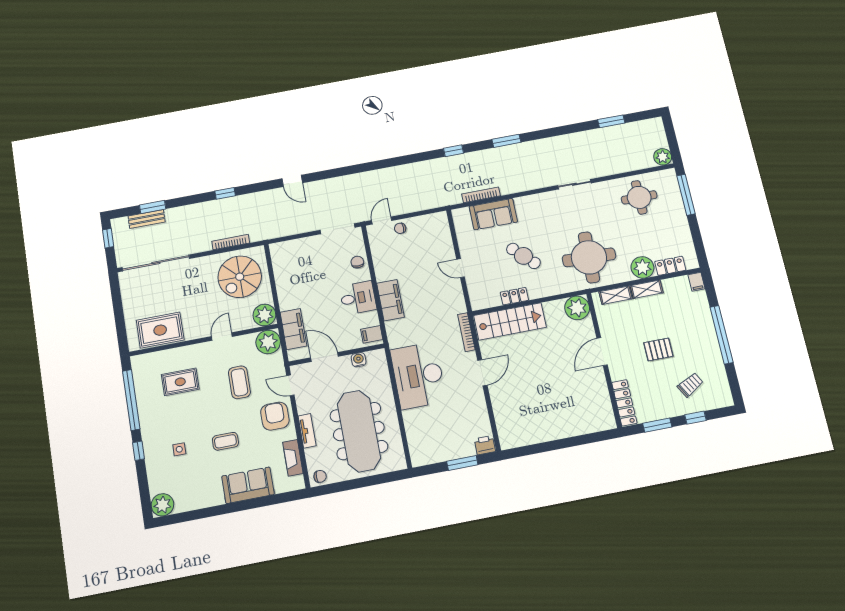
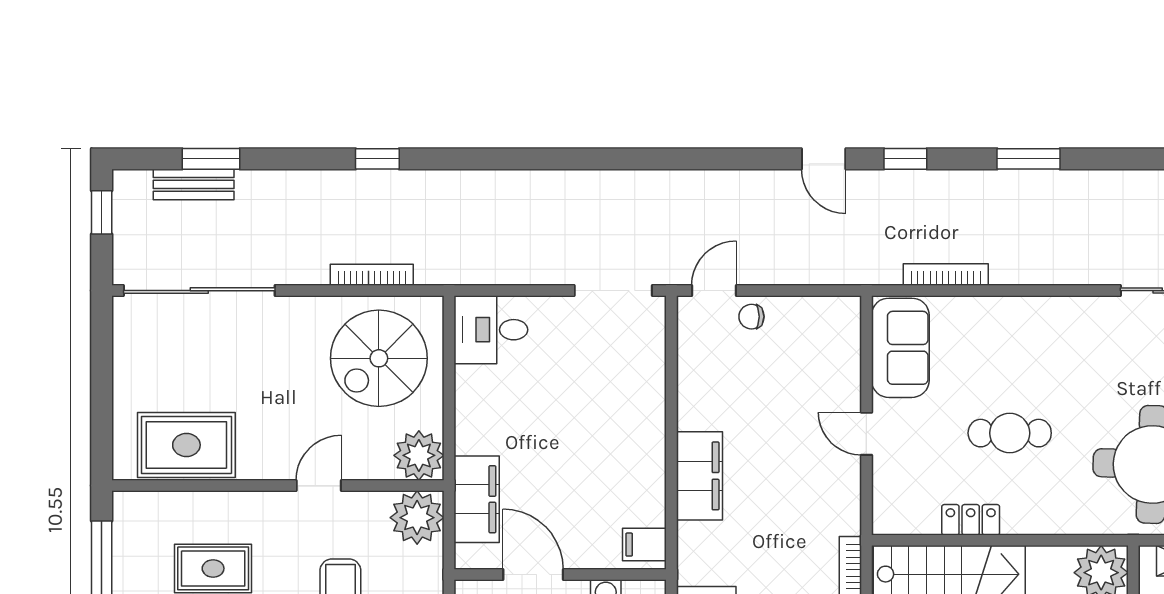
door: (292, 181) -> (824, 159), moved
sofa: (493, 214) -> (900, 348), moved, turned -90
cafe table: (523, 256) -> (1010, 433), turned -45
chair: (357, 262) -> (643, 375), removed
desk: (358, 298) -> (491, 330), moved, turned 180

